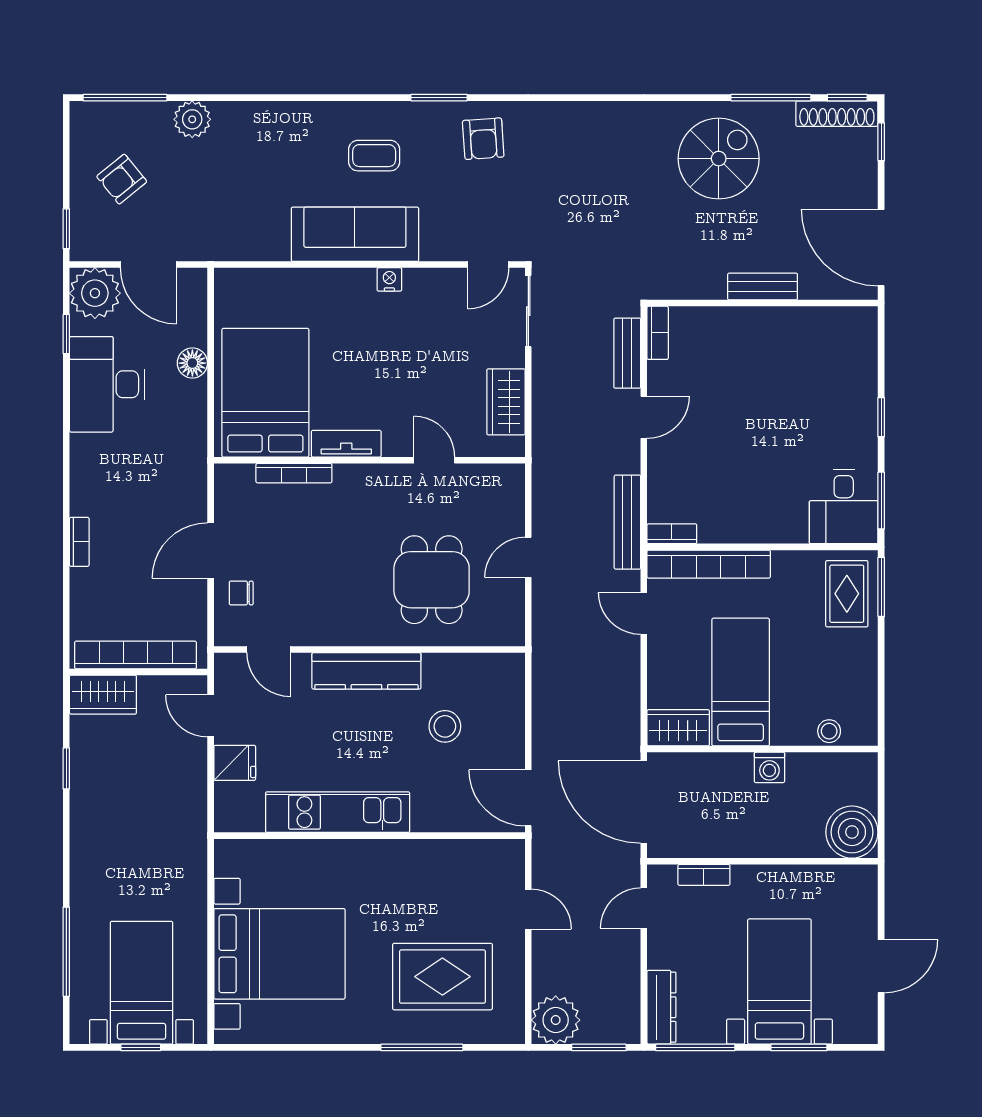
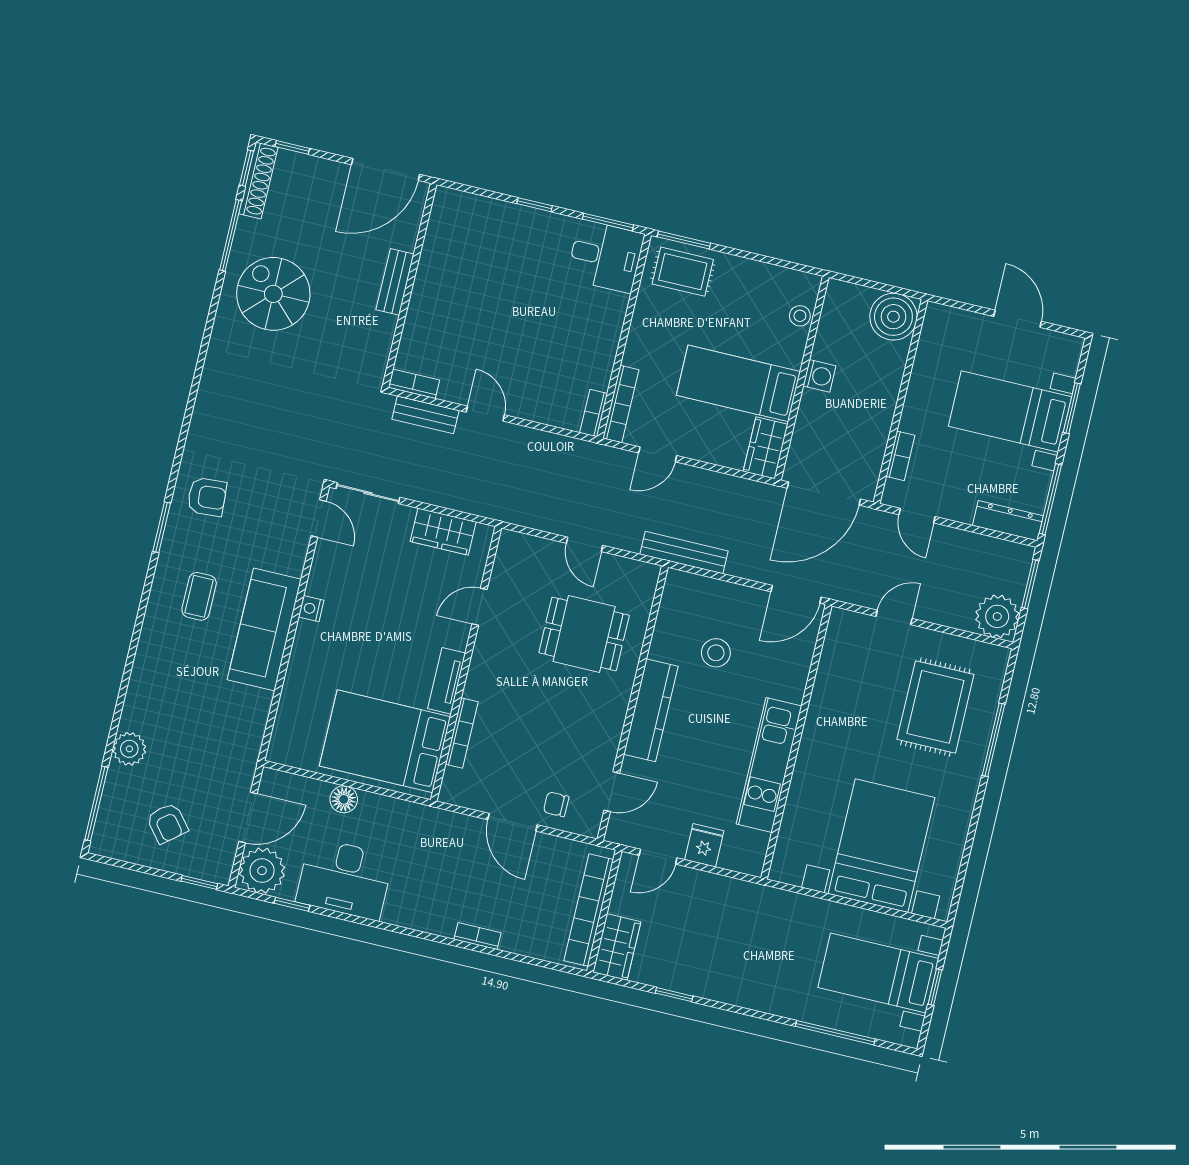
bench: (627, 522) -> (684, 553), moved
bookcase: (709, 564) -> (621, 404), width x0.68, depth x0.76
chair: (241, 593) -> (556, 804), turned 90

